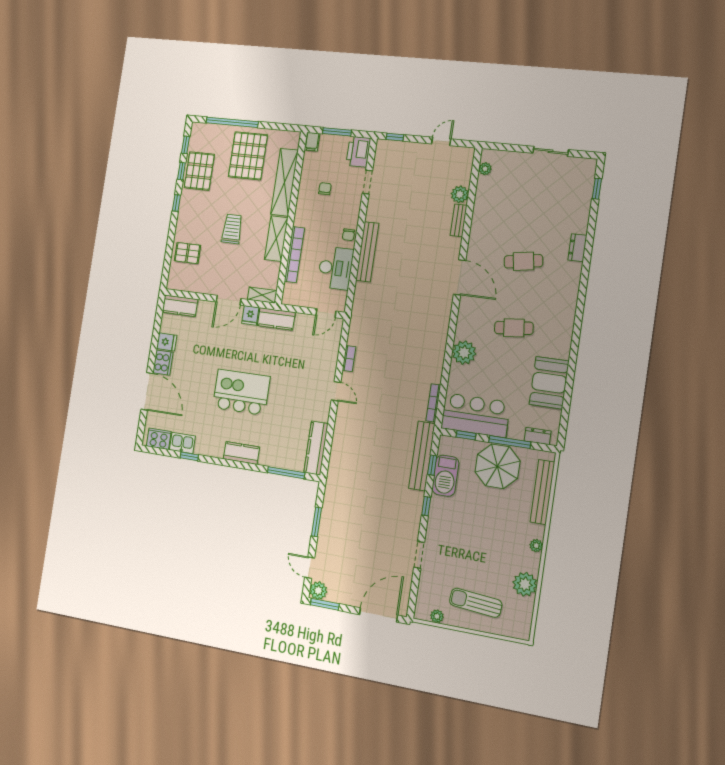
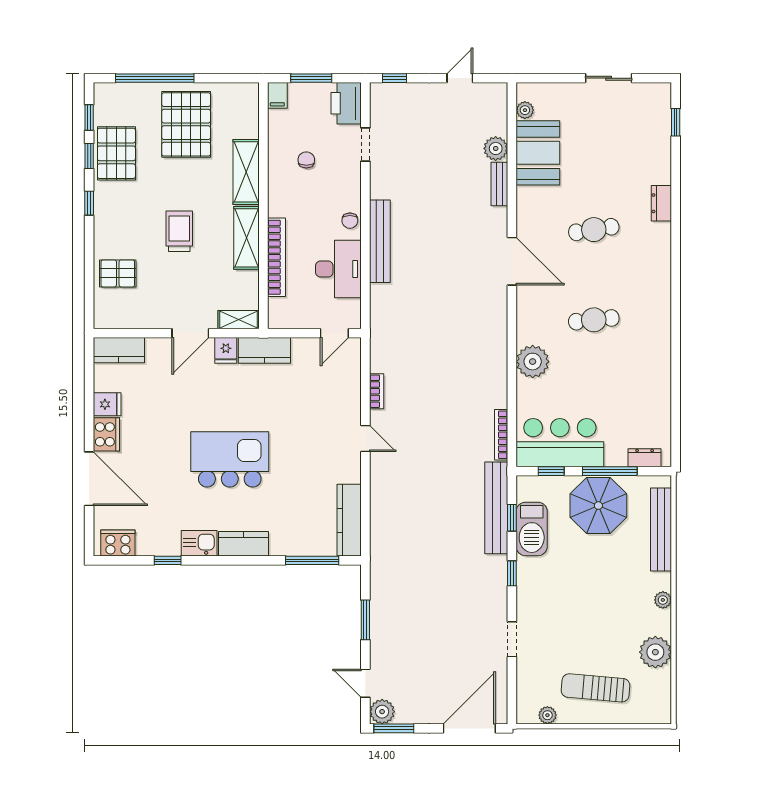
shelving: (284, 182) -> (246, 172), width x0.68
booth: (549, 383) -> (538, 153), moved
kitchen sink: (182, 443) -> (199, 543), moved

